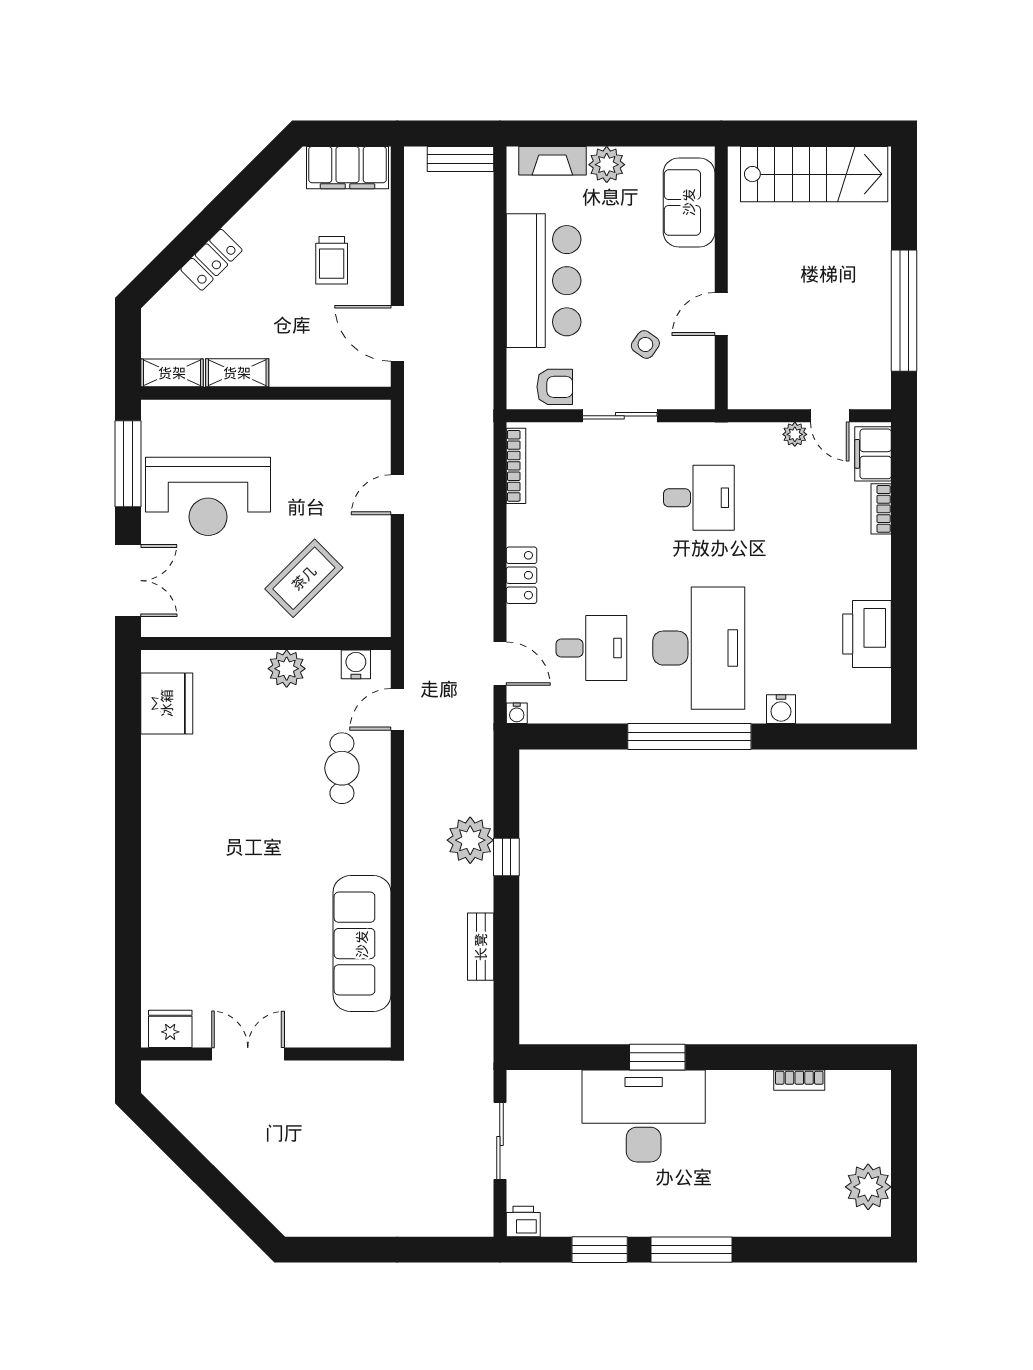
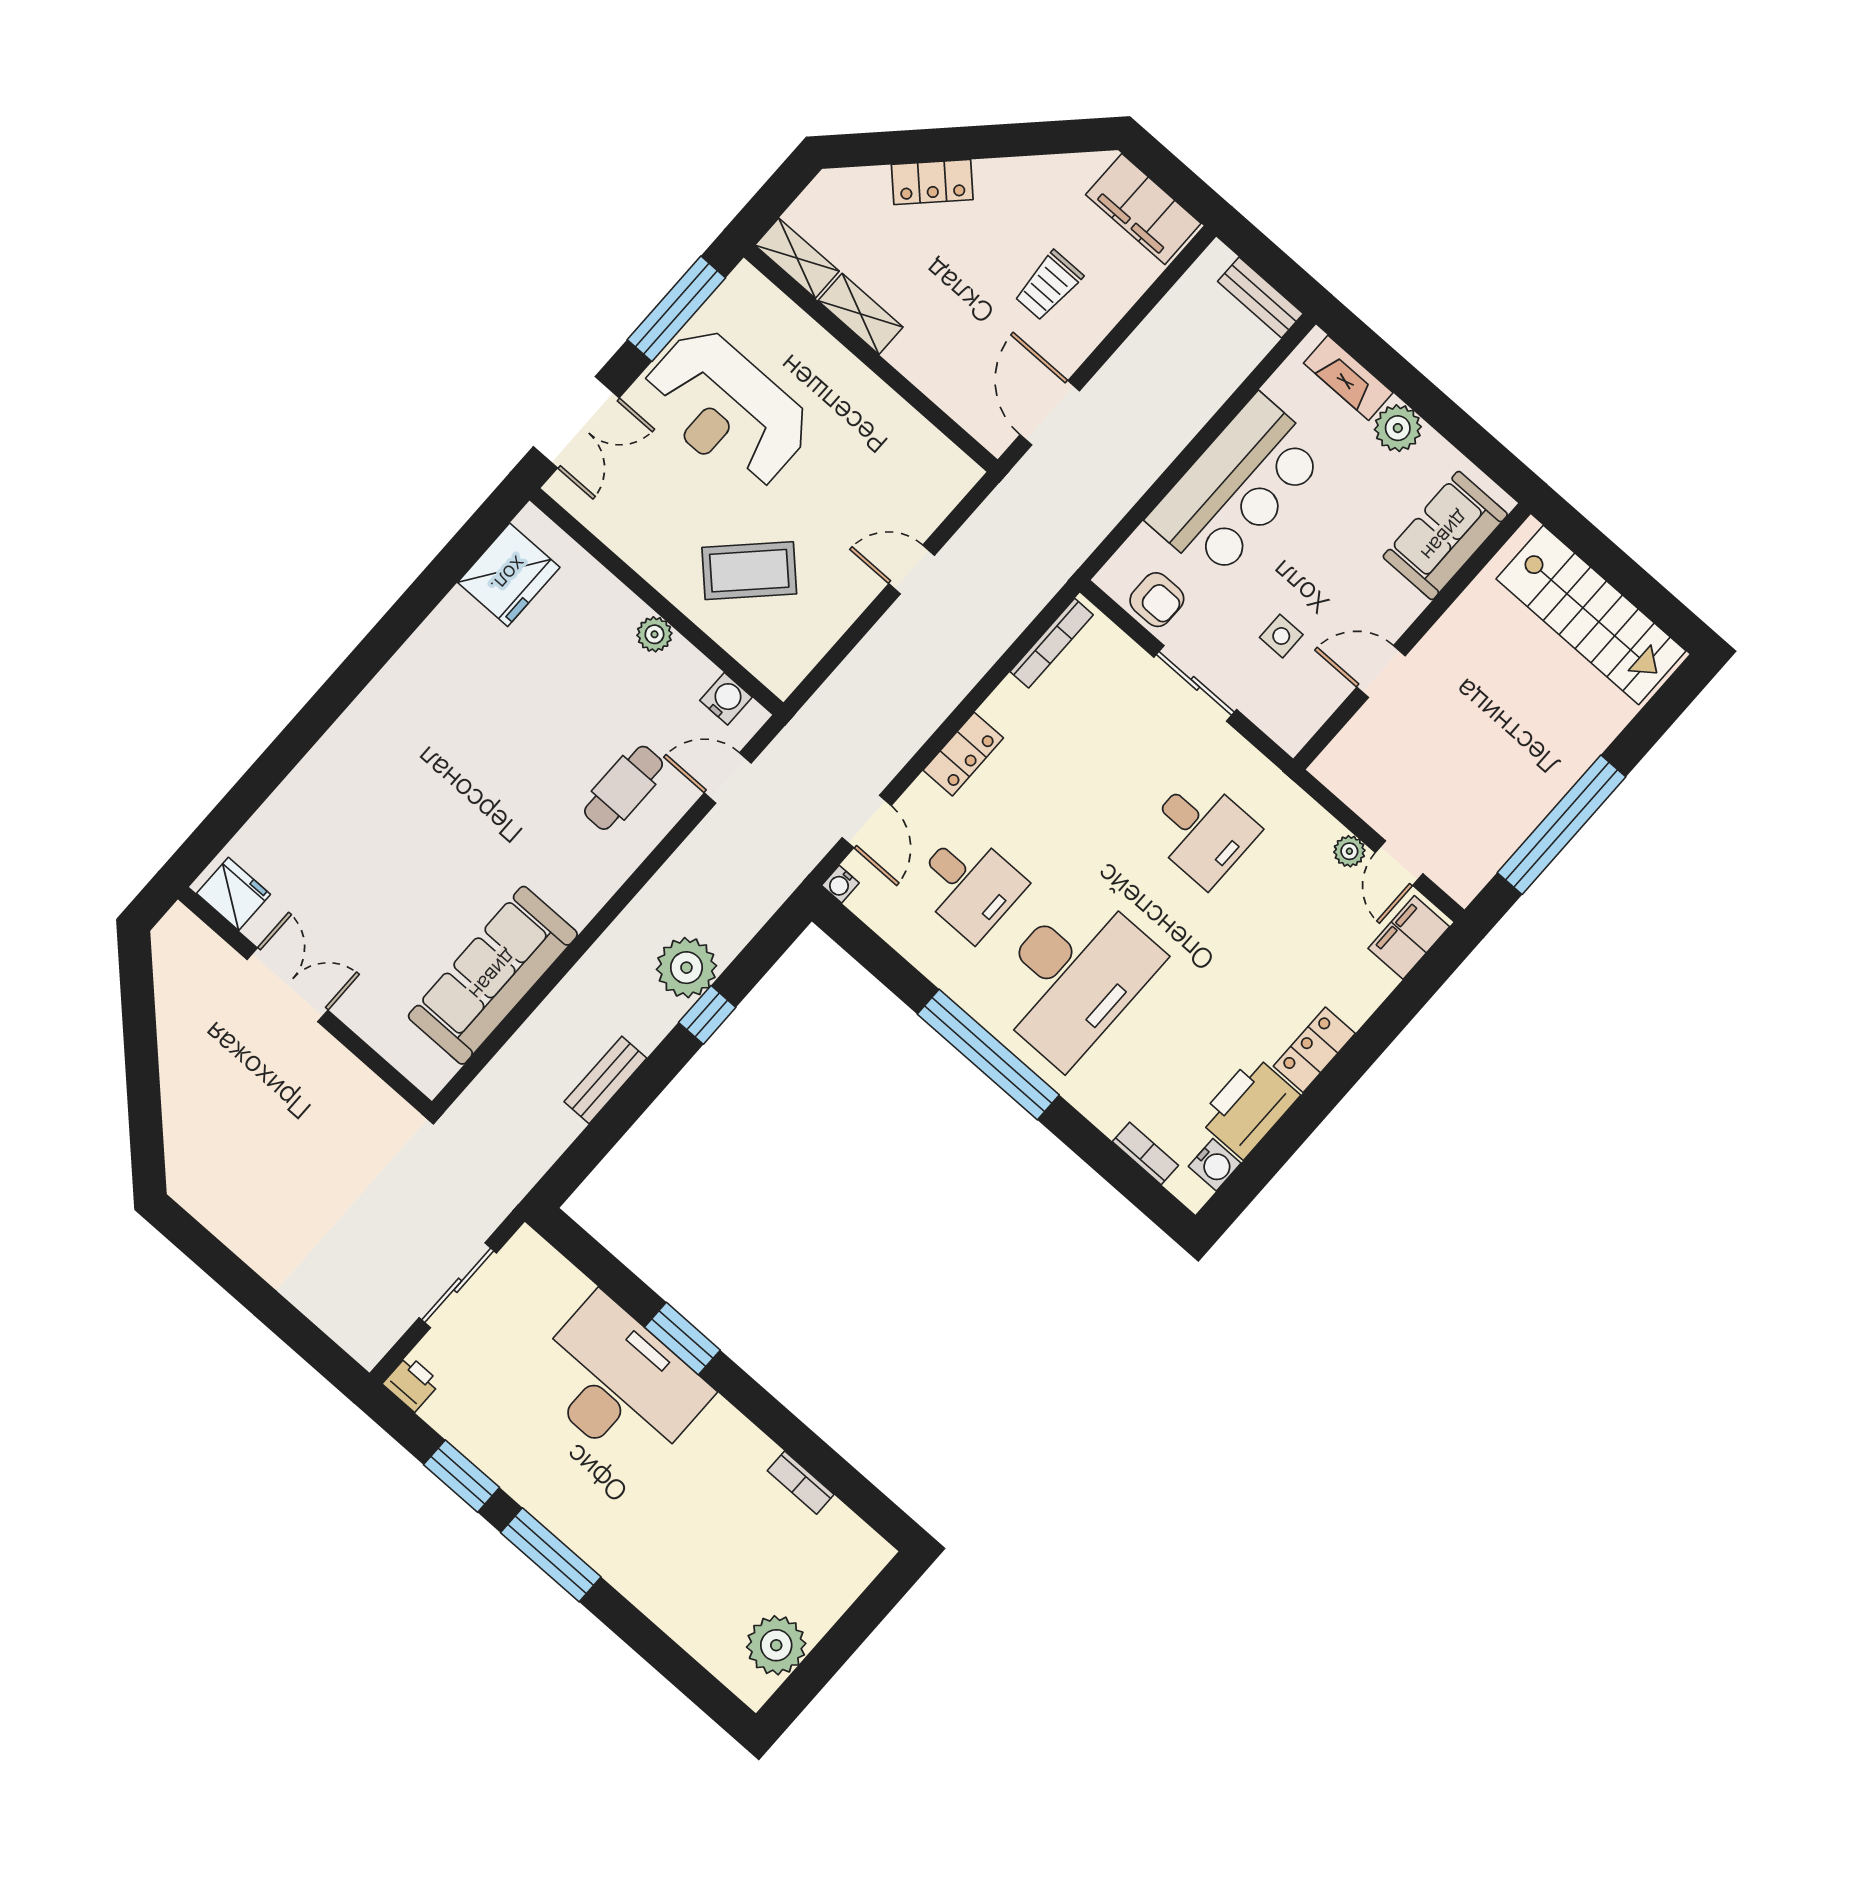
side table: (645, 344) -> (1281, 636), turned -35
bookcase: (881, 509) -> (1145, 1153), moved, turned 90
locker: (876, 567) -> (1314, 1050), added
plant: (287, 669) -> (654, 634), width x0.73, depth x0.73
water cooler: (781, 709) -> (1215, 1165), moved, turned -90

